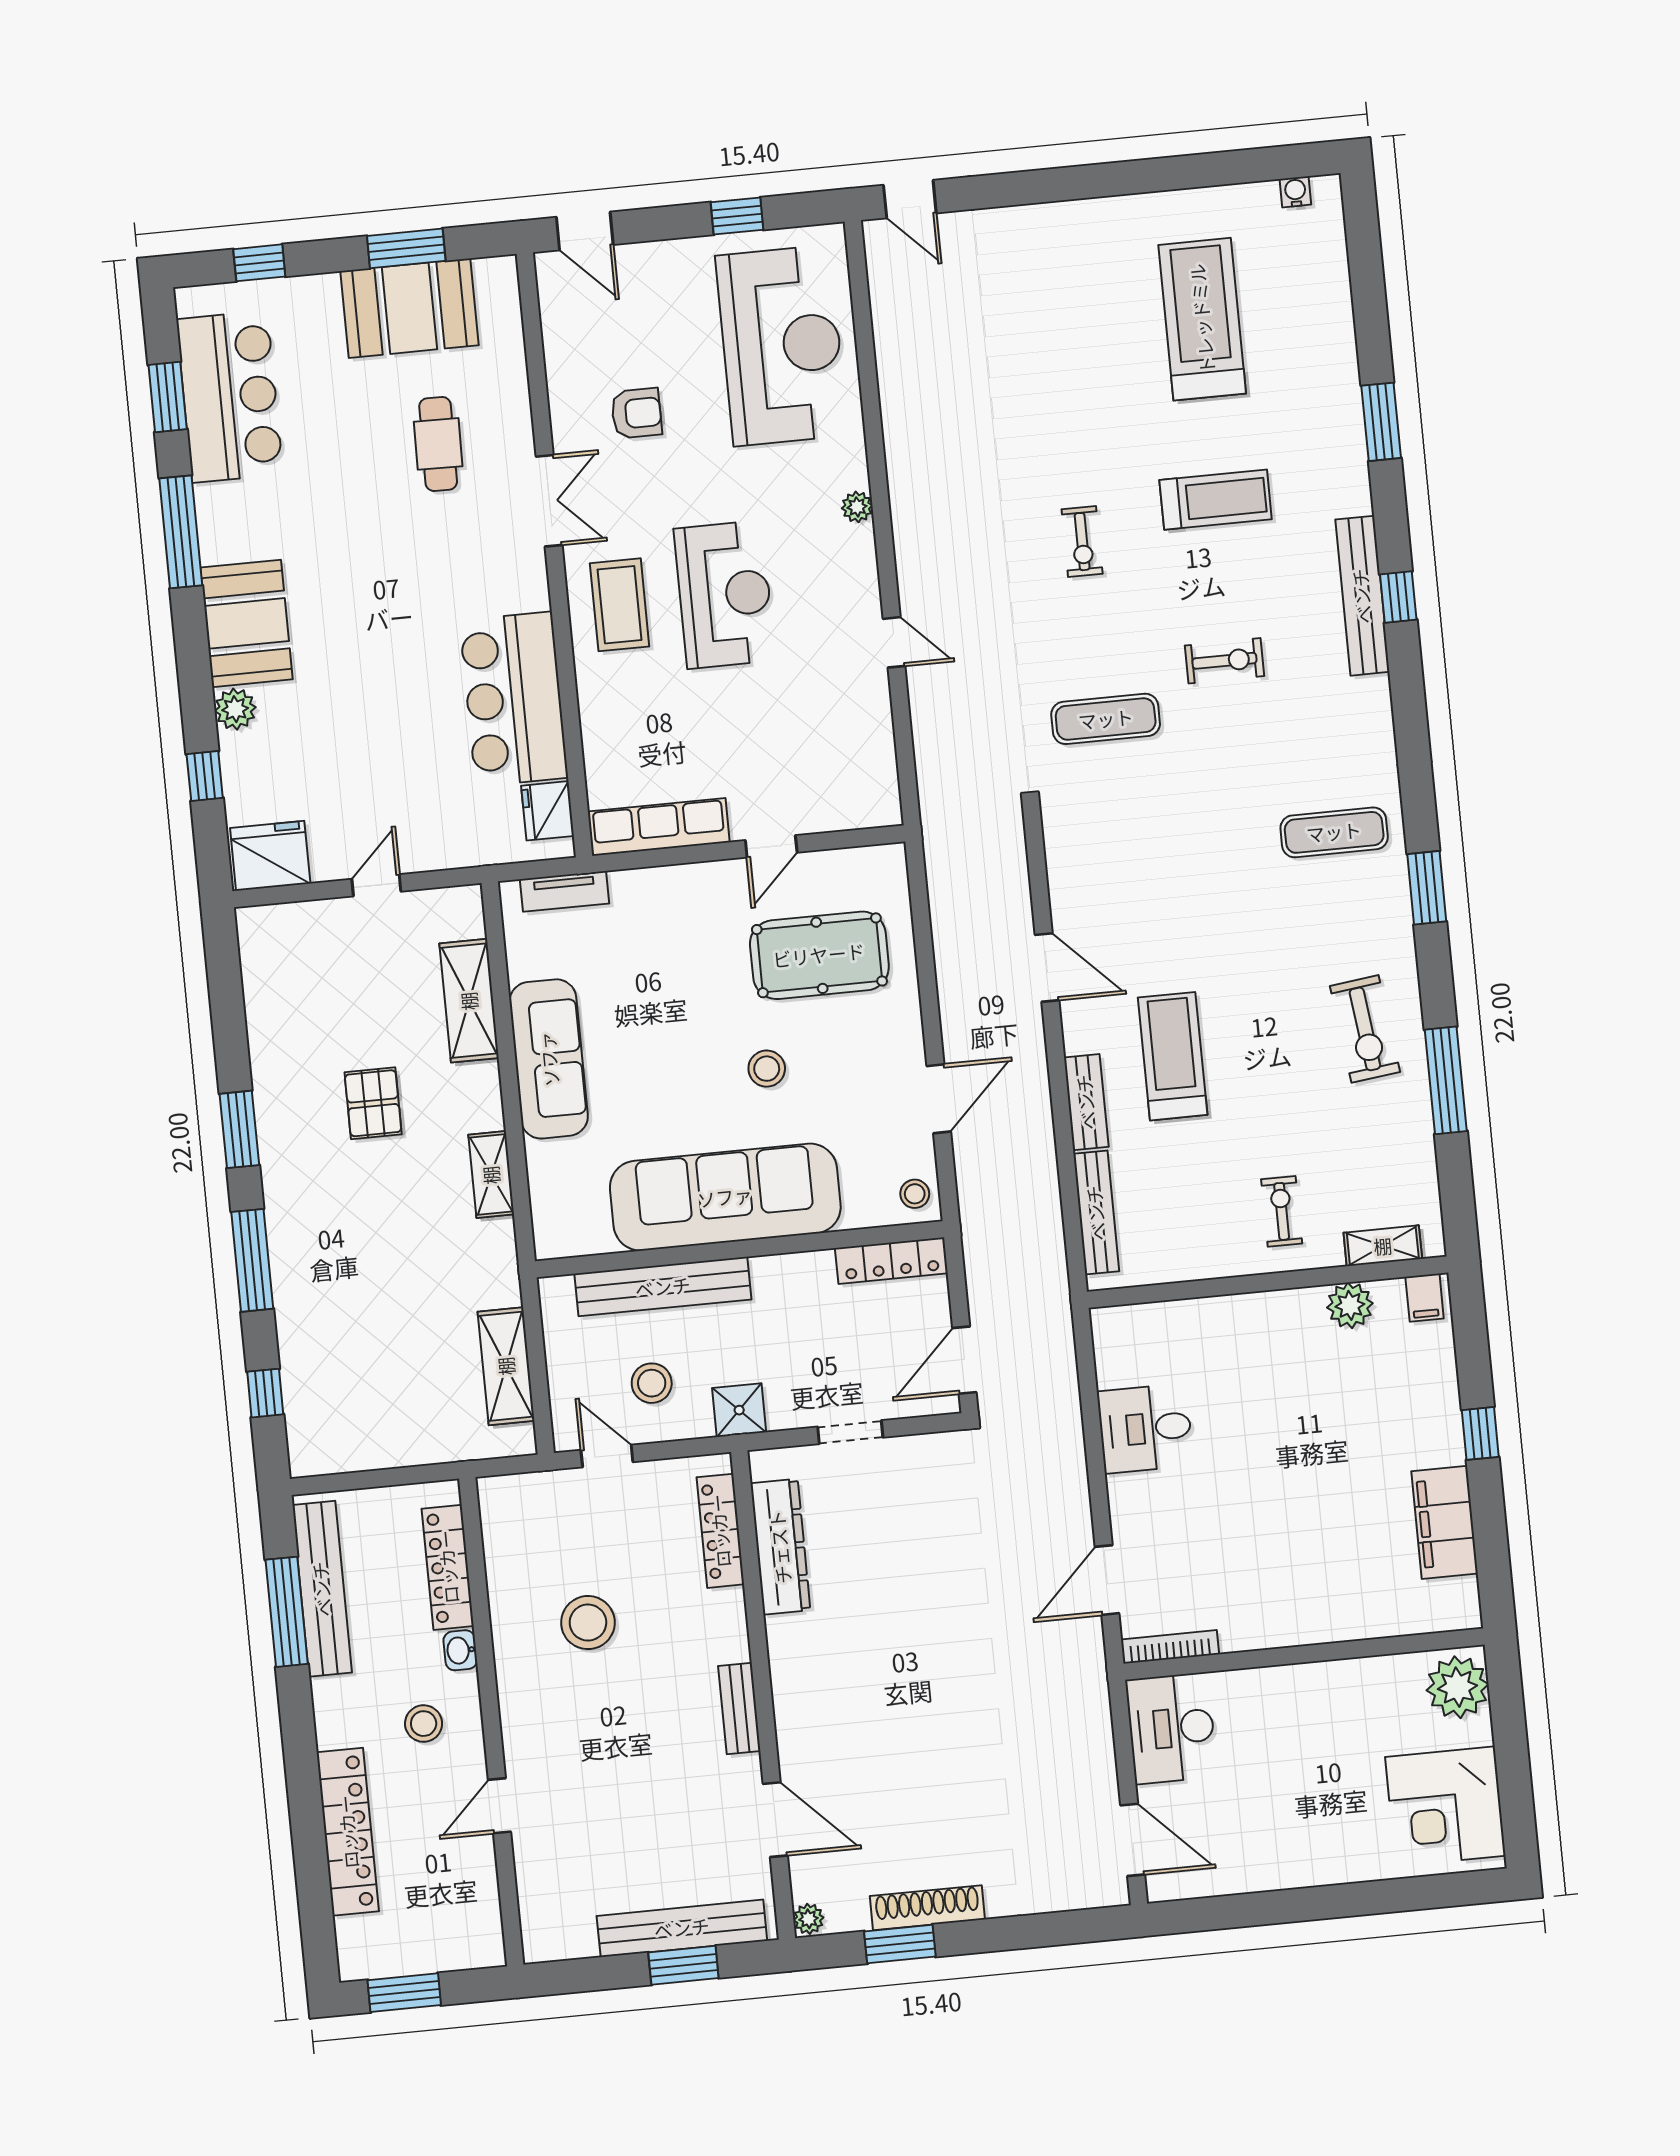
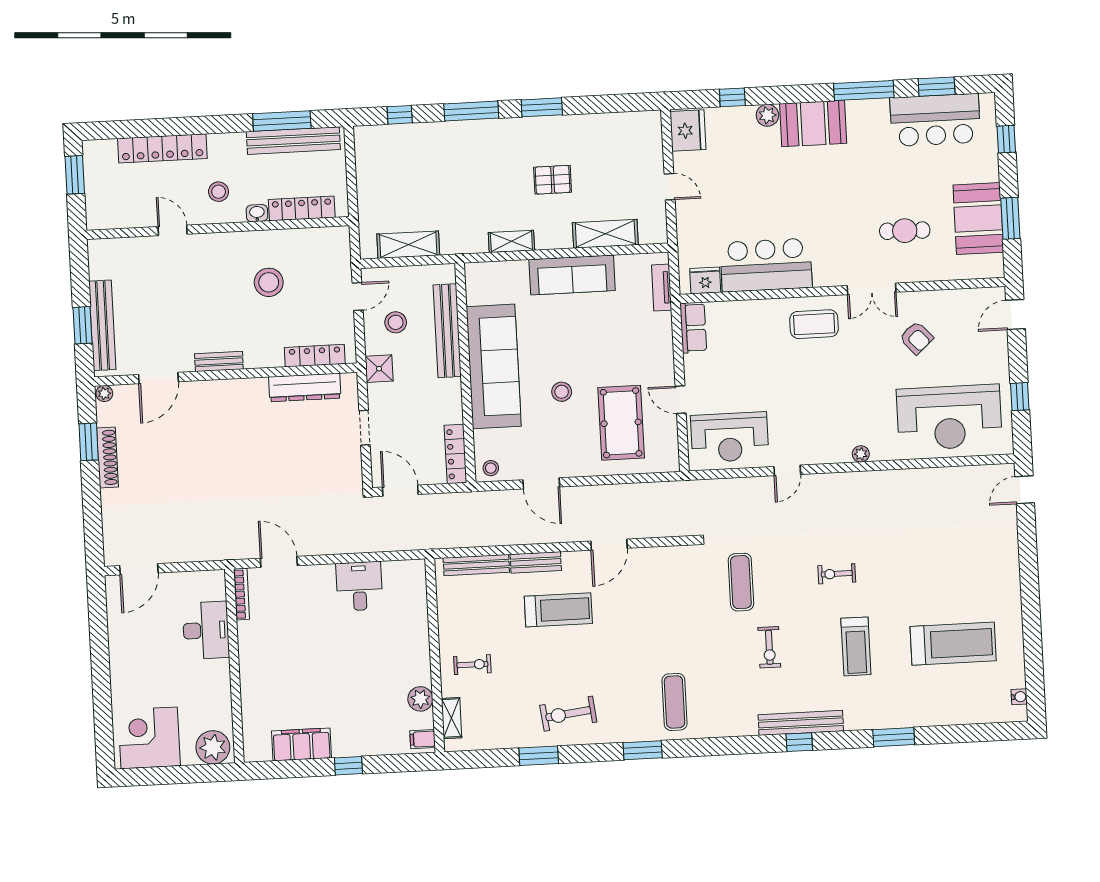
armchair: (636, 413) -> (916, 338), turned -42
reception desk: (725, 595) -> (730, 437), moved
row of seats: (659, 827) -> (693, 328), width x0.68
window: (1446, 1080) -> (539, 756), width x0.69
desk: (1171, 1728) -> (206, 630), moved, turned 90

